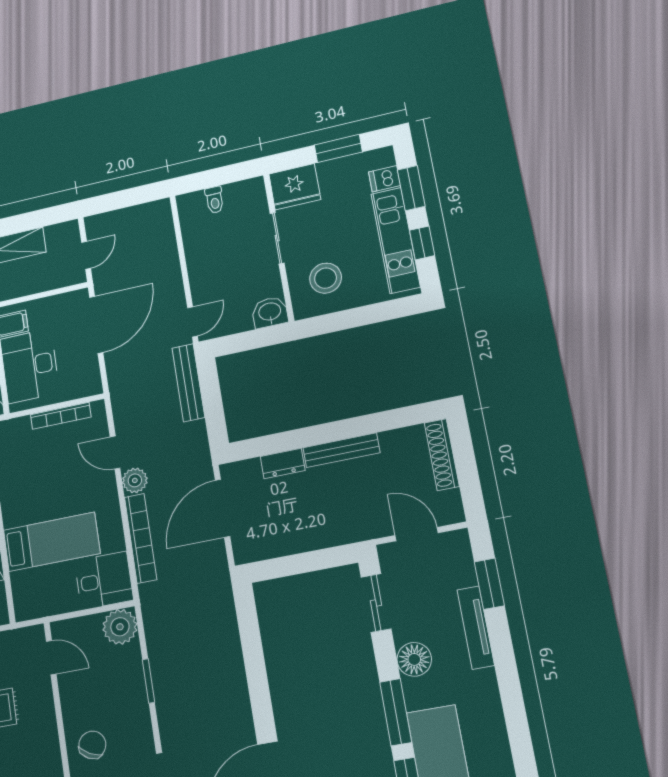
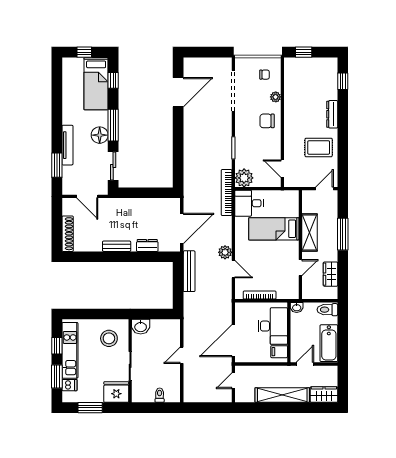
door: (193, 322) -> (182, 355), moved
bench: (188, 383) -> (189, 271), moved
bench: (341, 450) -> (117, 246), width x0.73
bookcase: (141, 538) -> (227, 193), moved
window: (396, 712) -> (113, 125), moved
chair: (92, 745) -> (267, 121), turned 63

